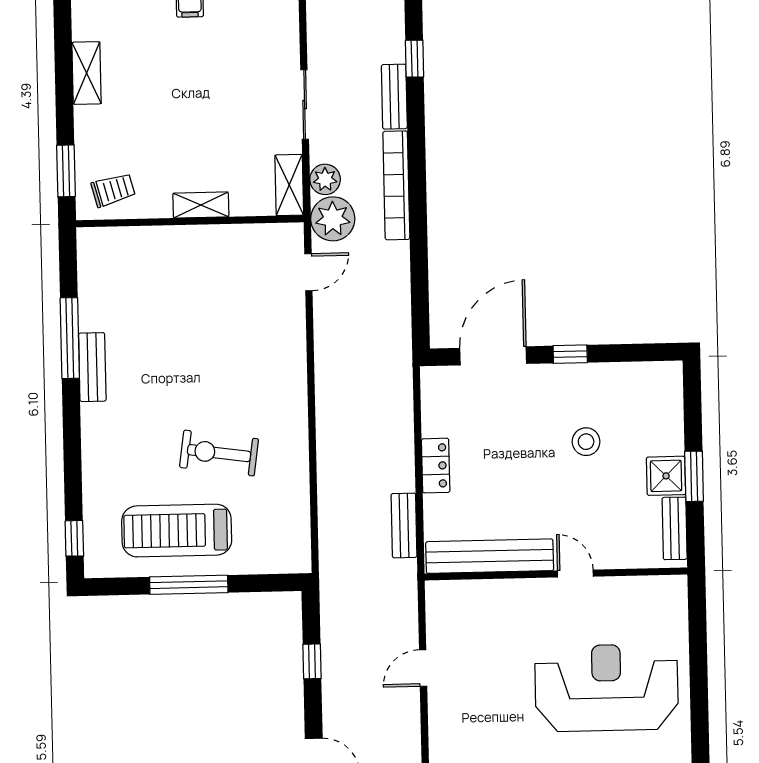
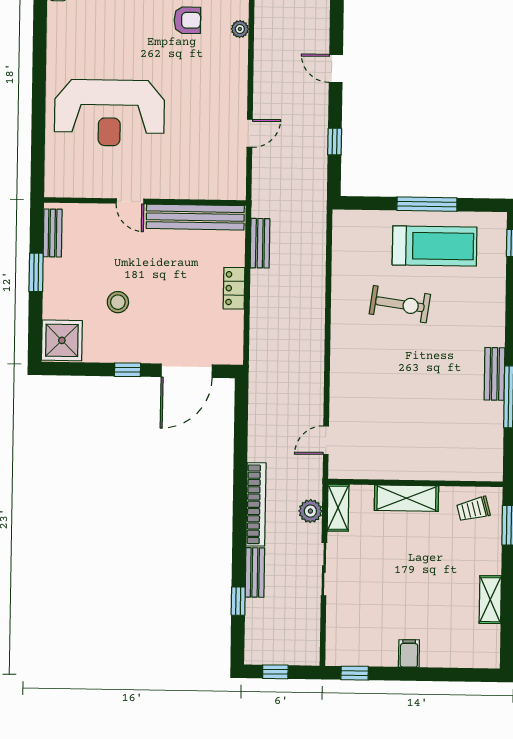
shelving: (201, 205) -> (406, 498), width x1.50, depth x1.33
plant: (333, 219) -> (306, 481), removed
shower: (666, 476) -> (62, 340), moved, width x1.36, depth x1.36

